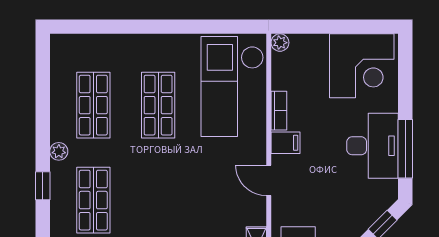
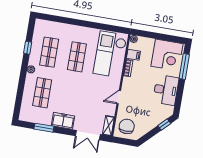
filing cabinet: (286, 143) -> (133, 55), moved
window: (405, 149) -> (184, 66), moved
door: (269, 180) -> (119, 97), hinge flipped
window: (43, 186) -> (28, 48), moved

